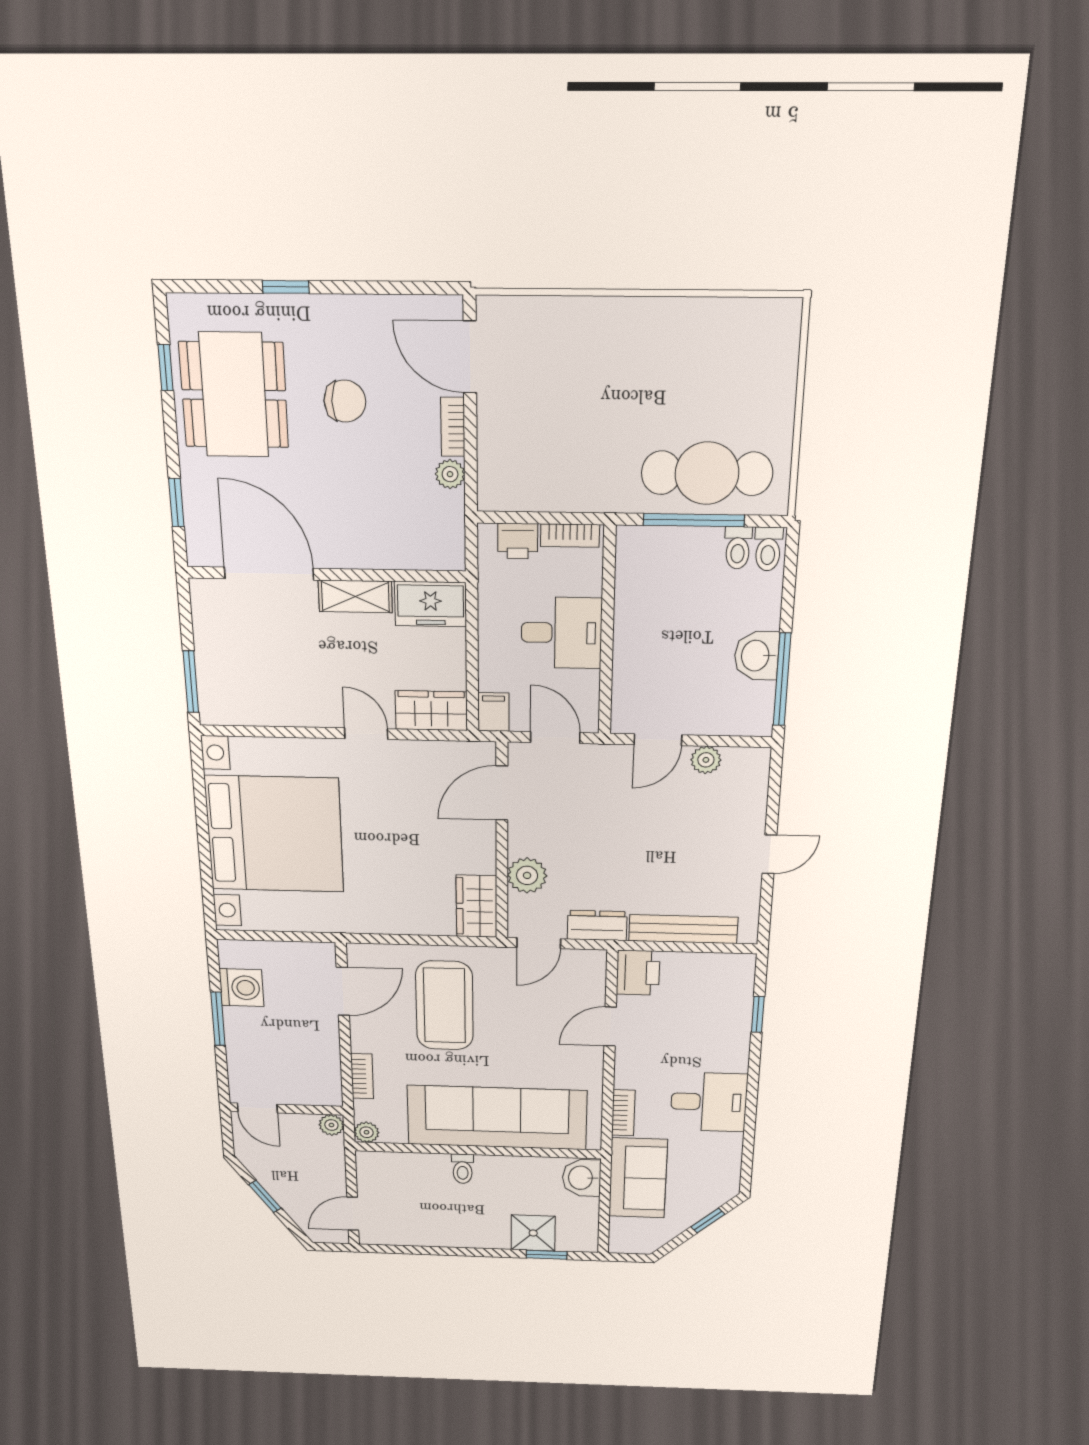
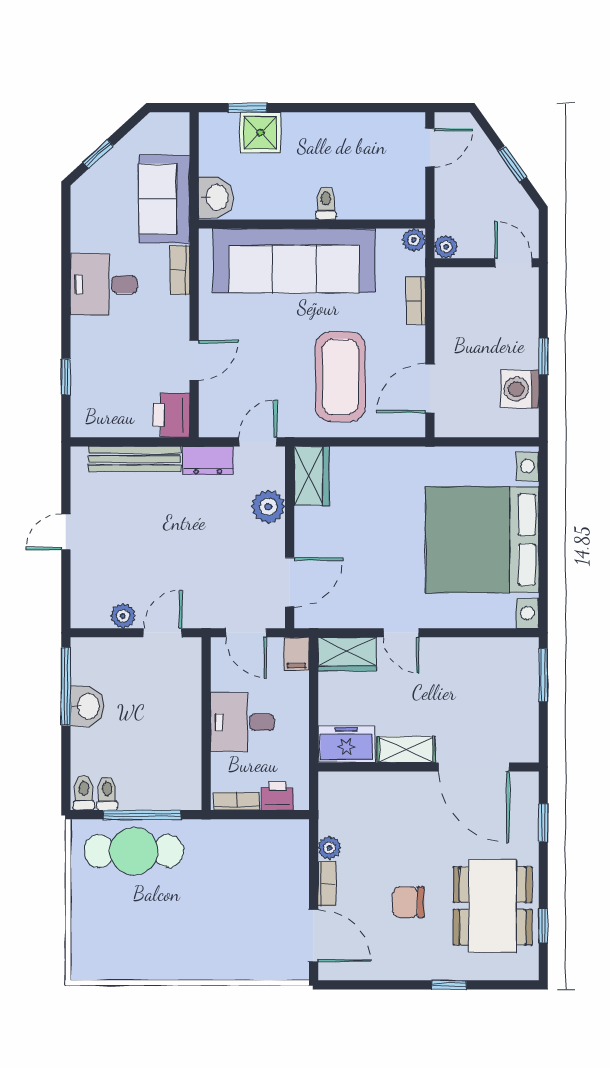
window: (218, 1019) -> (543, 356), width x0.67

